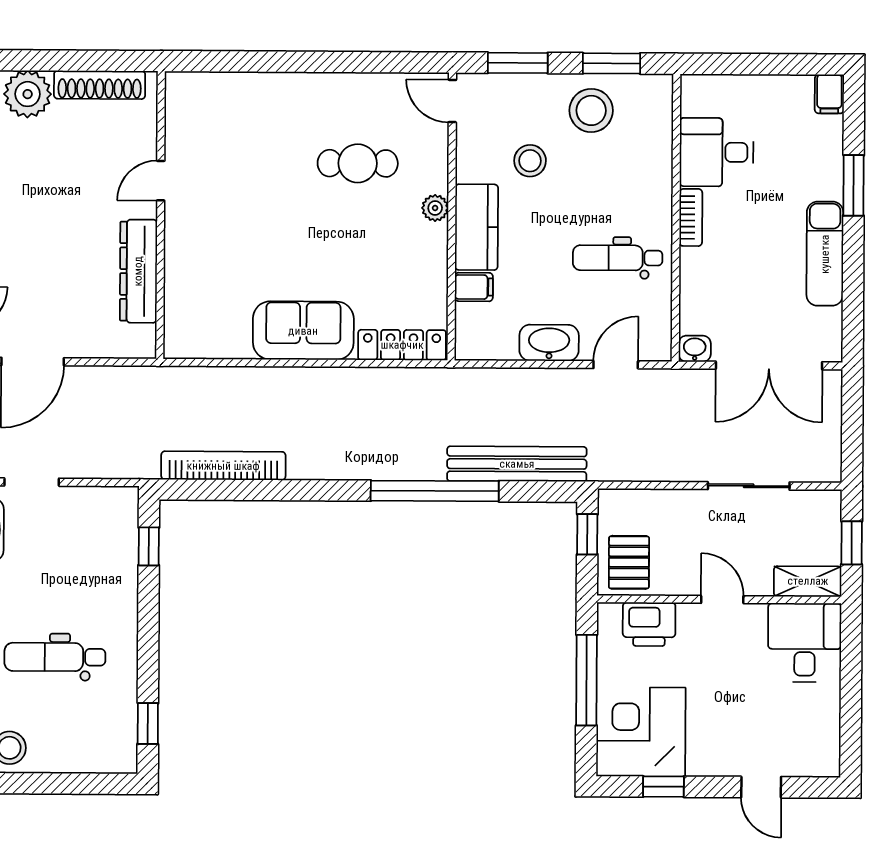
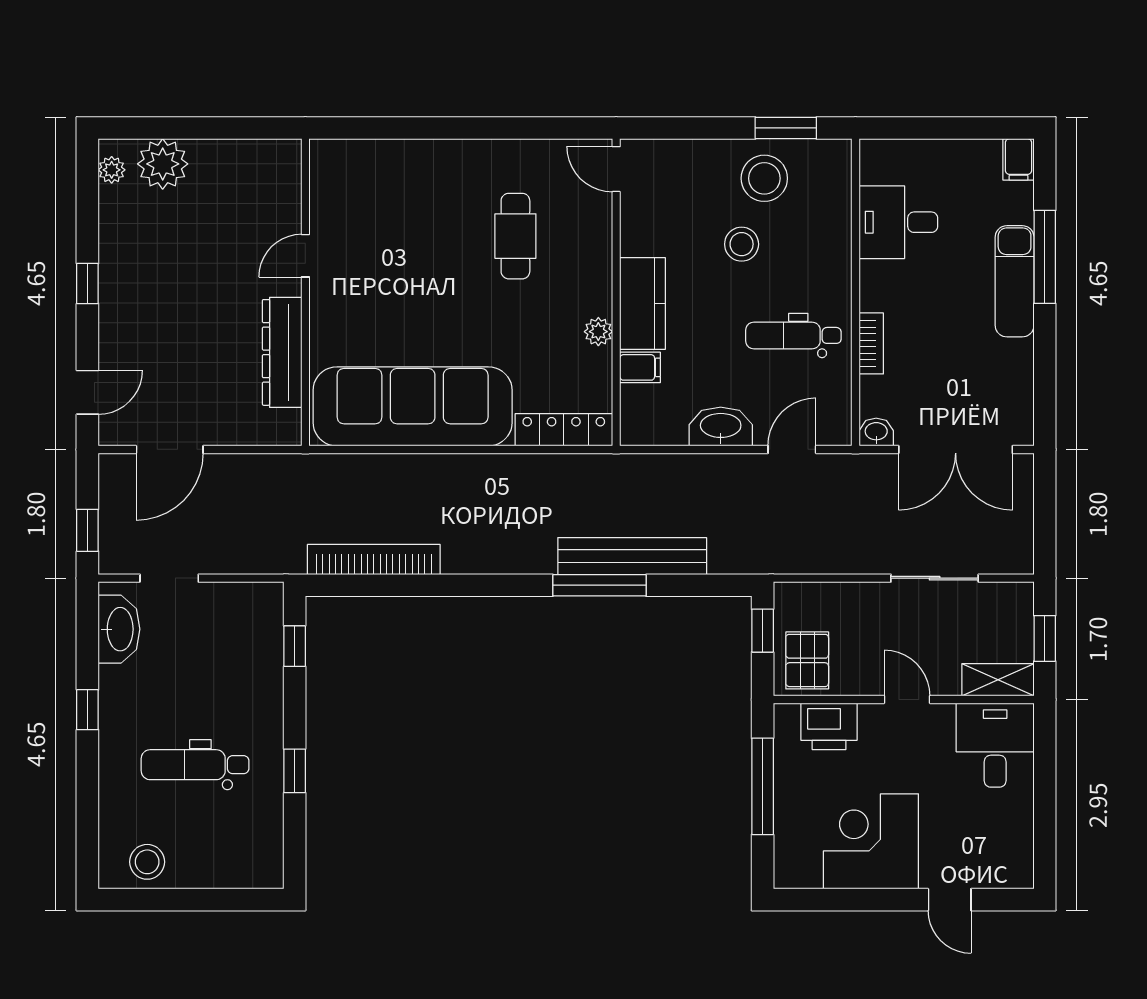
window: (518, 63) -> (686, 128), removed
shoe rack: (100, 85) -> (240, 154), removed
stool: (530, 161) -> (742, 244), moved
cafe table: (358, 163) -> (515, 236), turned 90
window: (854, 185) -> (1045, 257), width x1.44
plant: (435, 208) -> (598, 332), moved
bookcase: (691, 217) -> (871, 343), moved
exam couch: (825, 254) -> (1015, 281), moved
sofa: (303, 331) -> (413, 406), width x1.85, depth x1.27
bench: (517, 464) -> (632, 556), moved
window: (435, 491) -> (600, 585), width x0.68
window: (148, 723) -> (295, 771), moved
corner desk: (641, 732) -> (871, 841), moved
window: (663, 787) -> (845, 900), removed

